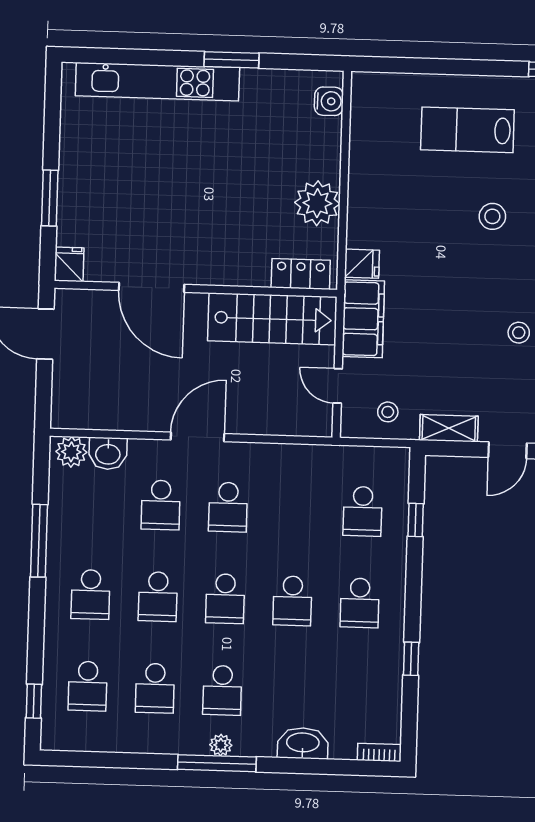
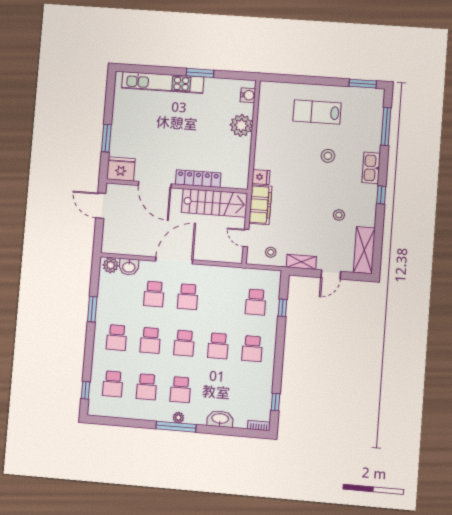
plant: (317, 203) -> (241, 125), moved
fridge: (69, 264) -> (121, 169), width x1.88, depth x1.34
locker: (301, 274) -> (198, 179), moved, width x1.53
door: (197, 437) -> (174, 261), width x1.36
window: (39, 541) -> (92, 309), width x0.69
window: (411, 659) -> (275, 402), moved

